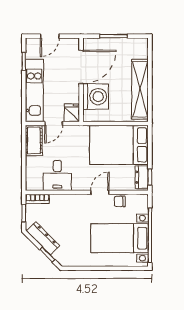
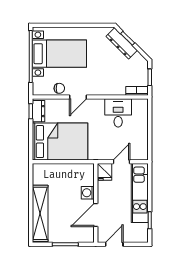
door: (50, 36) -> (114, 244), moved
door: (81, 67) -> (96, 215), width x0.73
shelving: (140, 89) -> (40, 213), moved
washing machine: (96, 97) -> (88, 193), width x0.53, depth x0.53
cot: (34, 140) -> (140, 146), removed
dresser: (43, 238) -> (122, 43), moved

